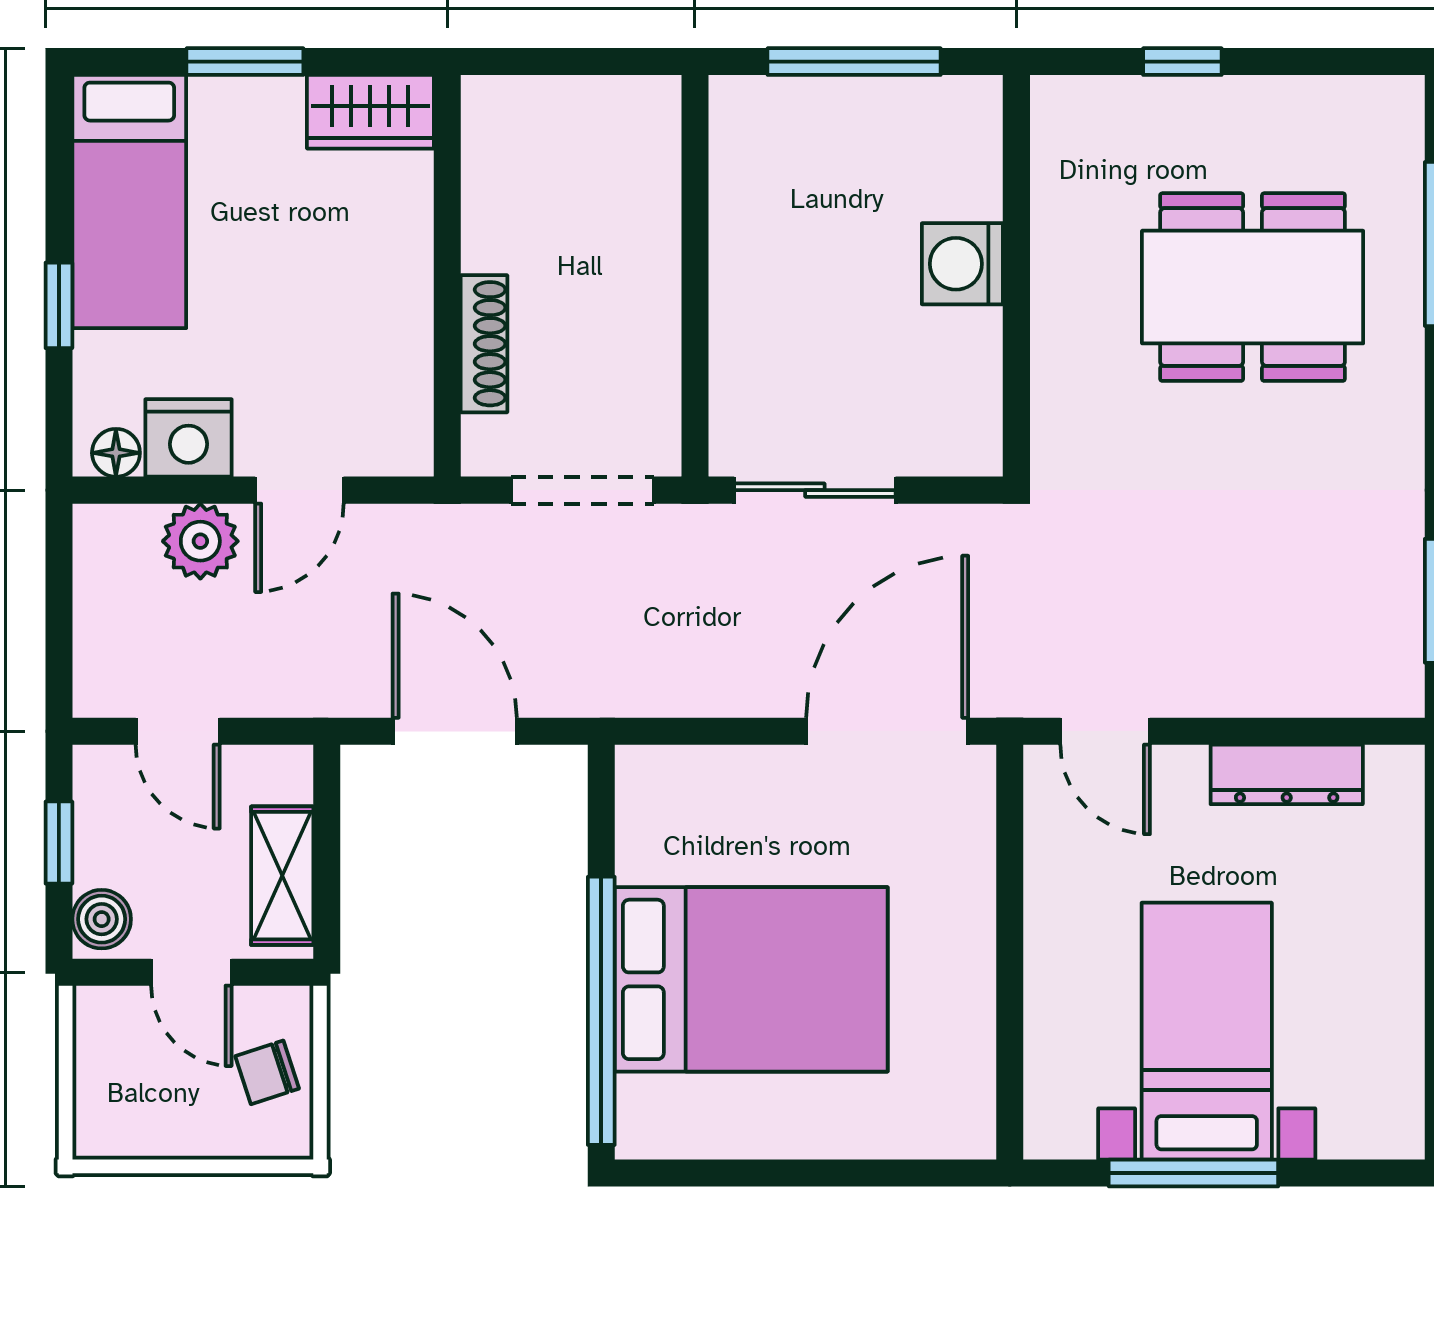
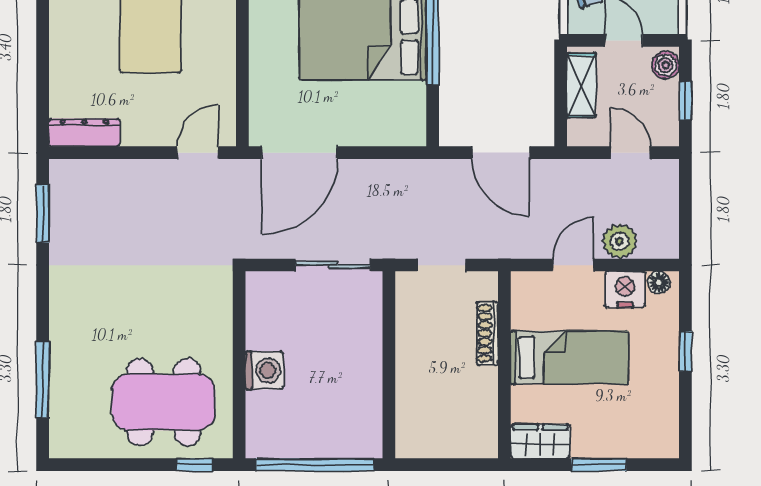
window: (854, 62) -> (315, 465), width x1.46
window: (1182, 62) -> (195, 465), moved
bed: (129, 202) -> (570, 357), moved, turned 90
dining table: (1253, 287) -> (164, 402), moved
doorway: (582, 490) -> (441, 265), width x0.73
door: (1105, 731) -> (198, 153), hinge flipped
dresser: (1287, 774) -> (84, 133), moved

